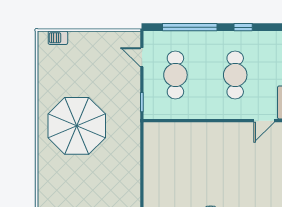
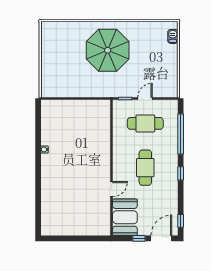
door: (142, 57) -> (145, 99), moved
cafe table: (235, 75) -> (145, 168), turned 90
door: (264, 121) -> (112, 189), swing flipped

